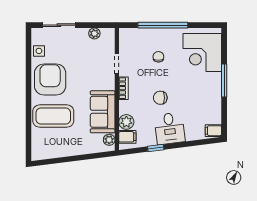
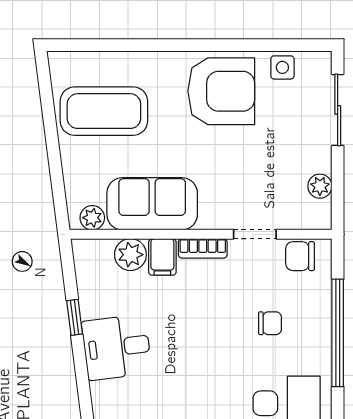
chair: (160, 98) -> (300, 256), moved, turned -90
coffee table: (53, 116) -> (104, 111), moved, turned 90
filing cabinet: (127, 137) -> (162, 257), moved

